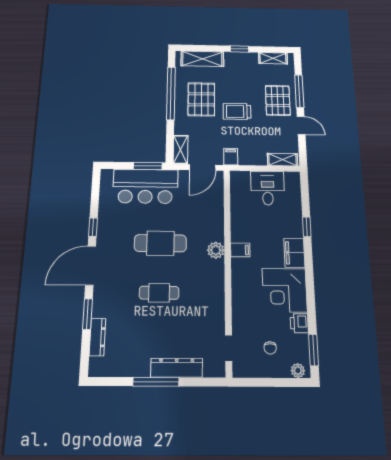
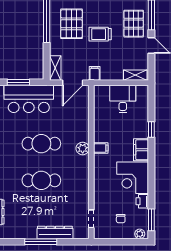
window: (148, 166) -> (18, 82), moved
cafe table: (159, 293) -> (41, 180), width x1.37, depth x1.35

